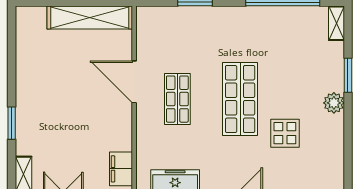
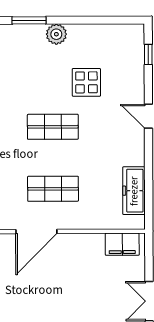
shop shelf: (240, 99) -> (53, 127), width x0.70, depth x0.74

